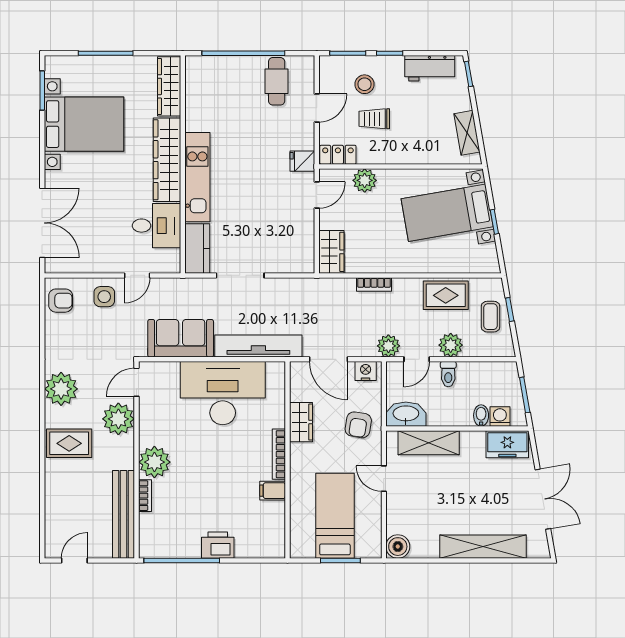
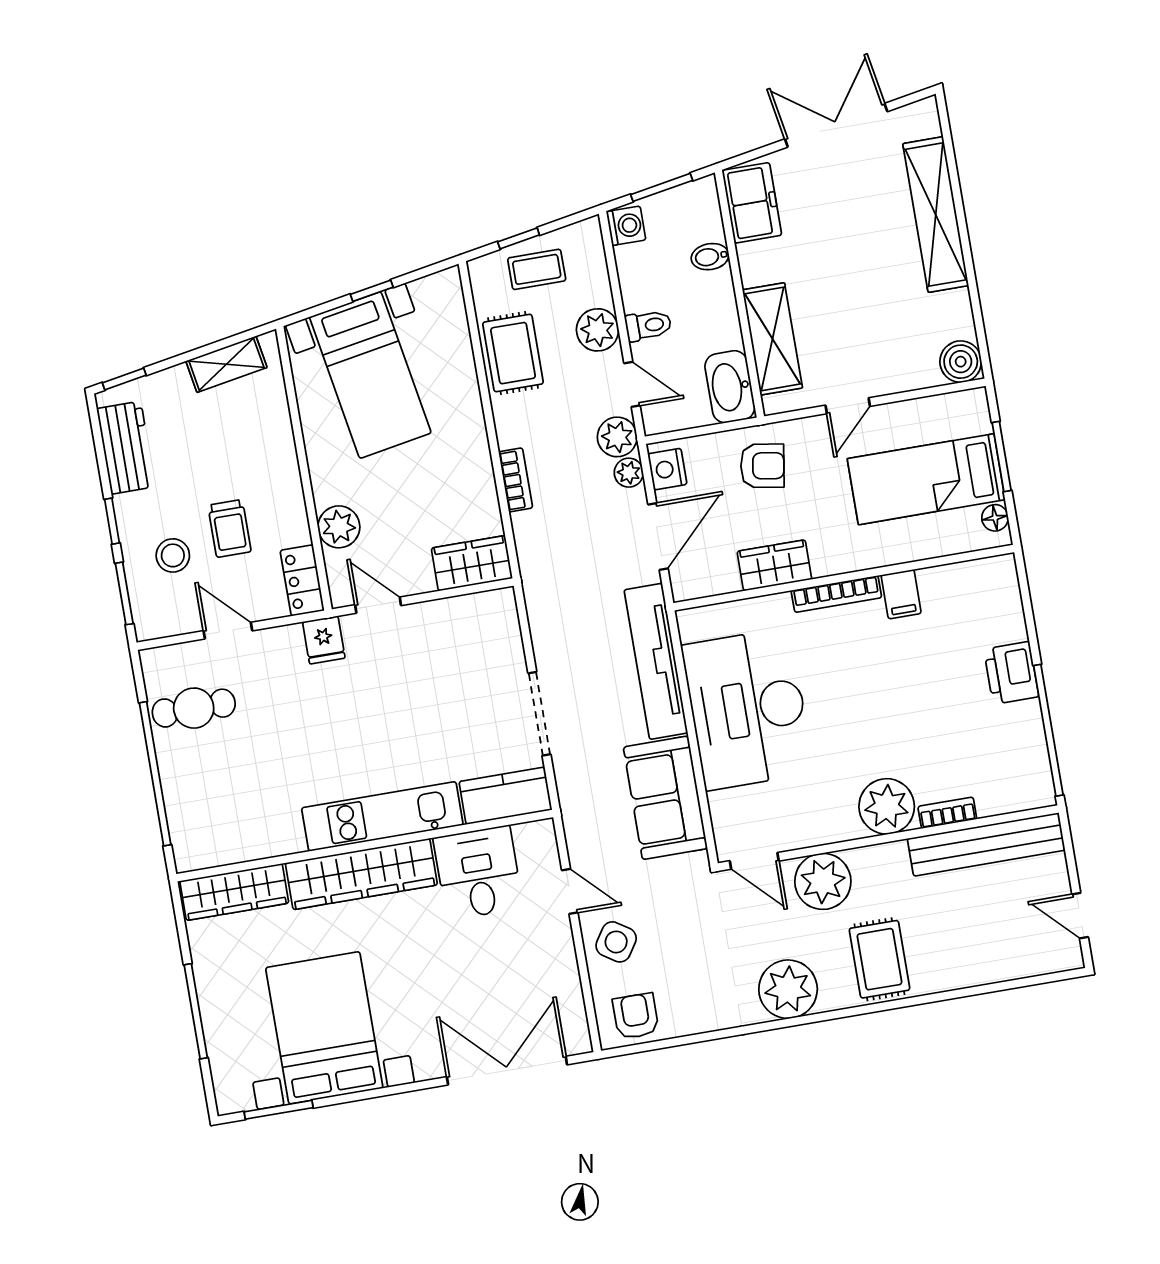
side table: (104, 297) -> (616, 942), turned 33
plant: (367, 349) -> (629, 473), added
washing machine: (500, 416) -> (626, 226), moved, turned 180
floor lamp: (307, 551) -> (995, 518), added

